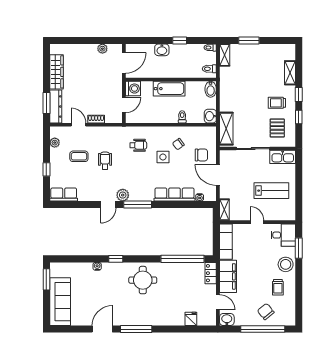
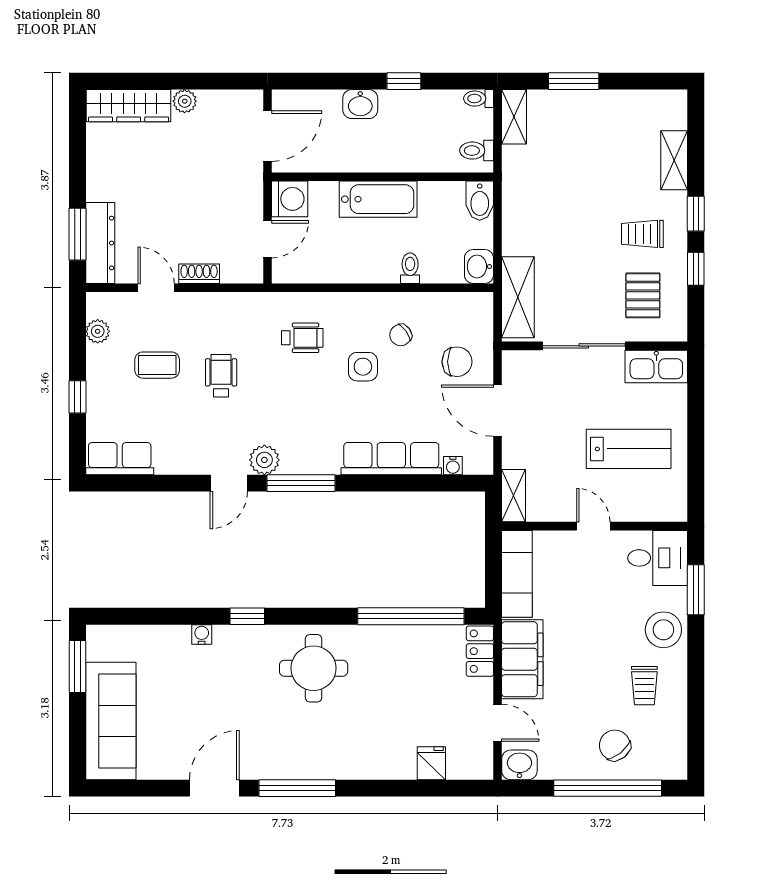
plant: (102, 49) -> (185, 101), moved
wardrobe: (56, 72) -> (129, 106), moved, turned 90

